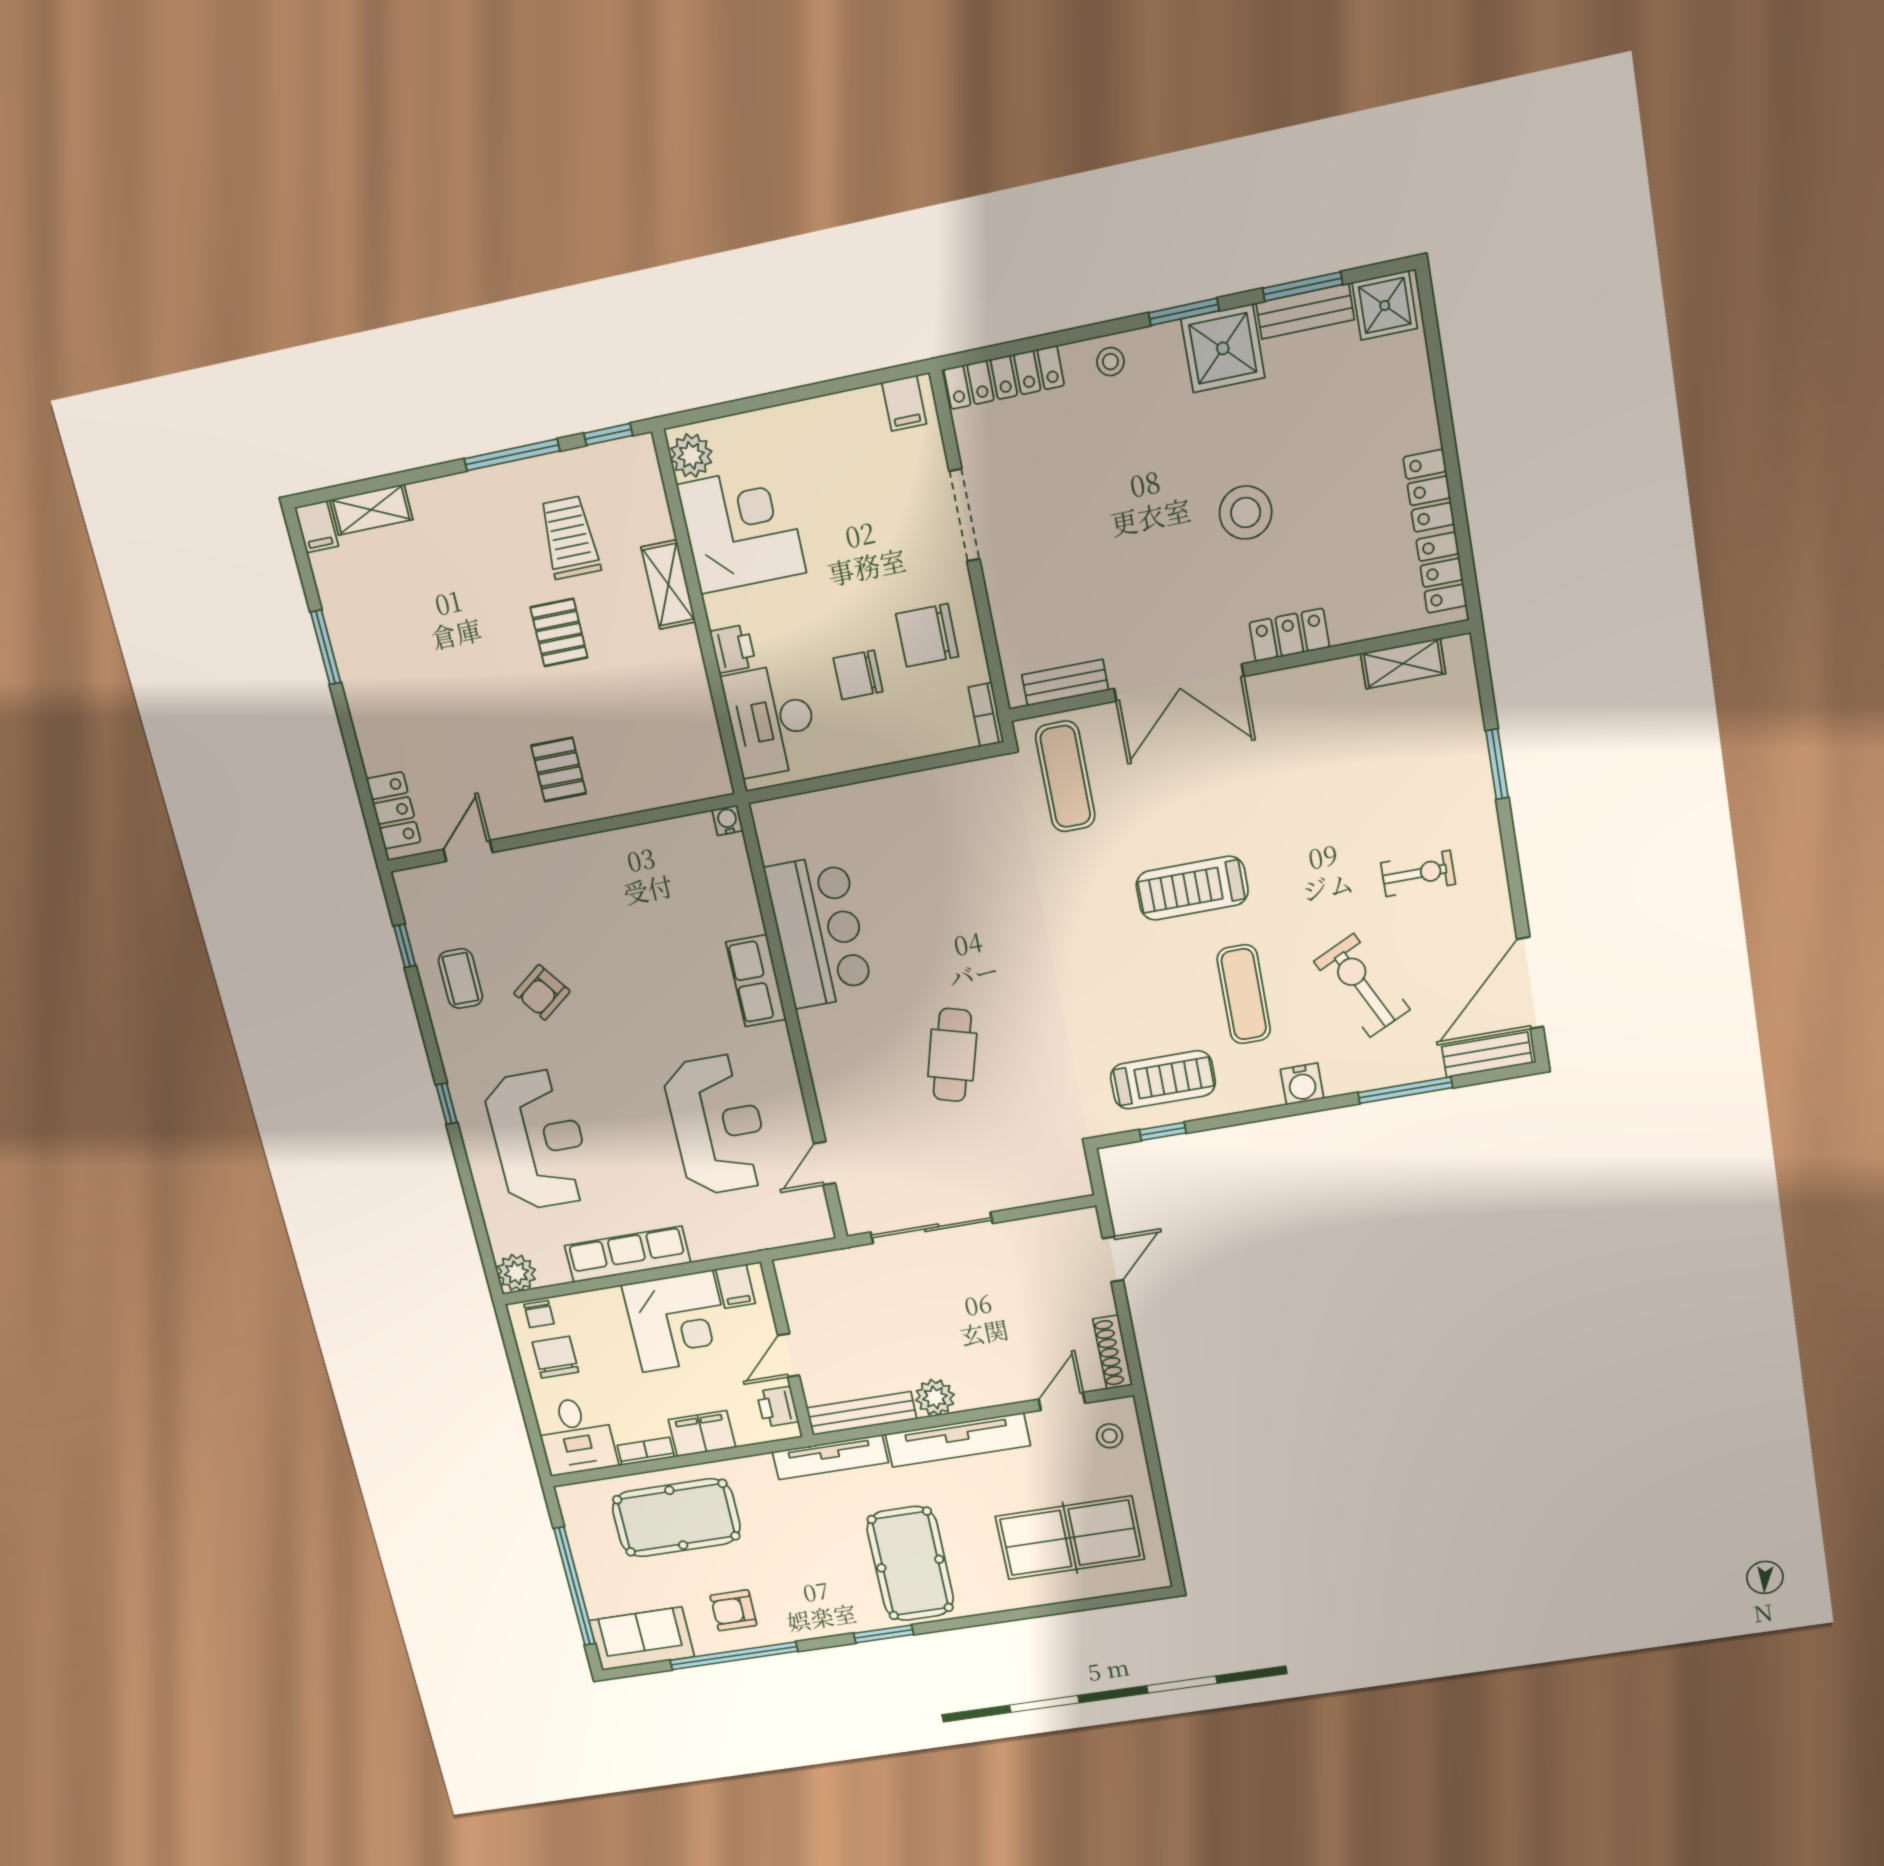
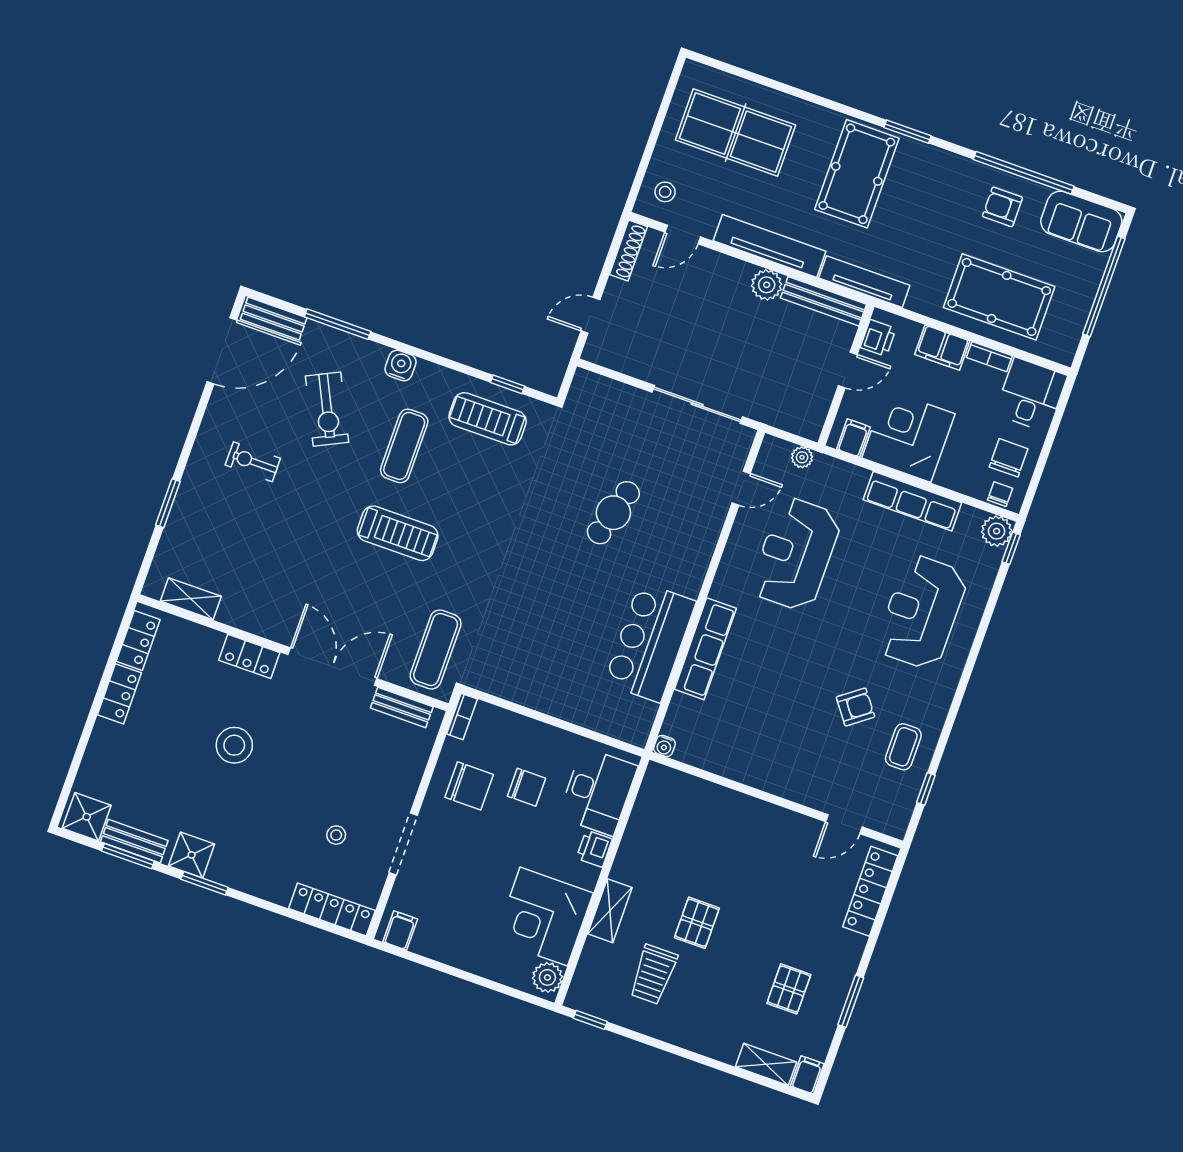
shower: (1223, 348) -> (192, 855), width x0.73, depth x0.73
stool: (1110, 362) -> (336, 835), moved
window: (512, 455) -> (657, 1043), removed
pallet: (559, 770) -> (789, 989), moved
locker: (394, 810) -> (870, 891), width x1.53
row of seats: (756, 981) -> (705, 649), width x1.48
window: (447, 1104) -> (1011, 548), moved
plant: (778, 1235) -> (802, 457), added
chair: (555, 1357) -> (1009, 458), turned 180
armchair: (733, 1610) -> (1002, 207), turned 180

